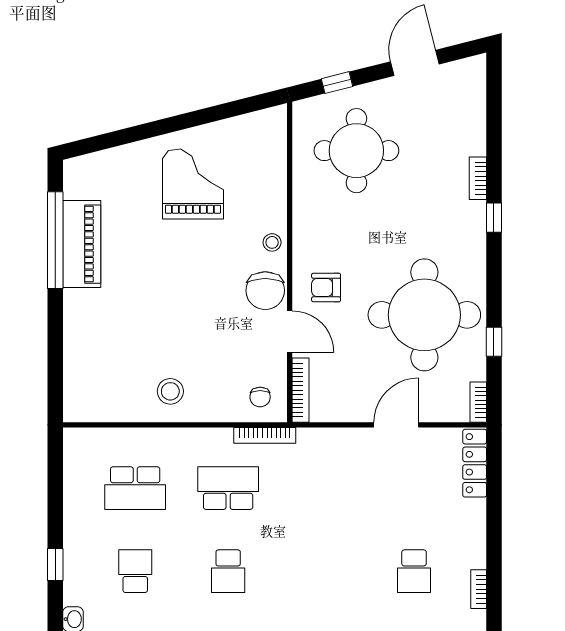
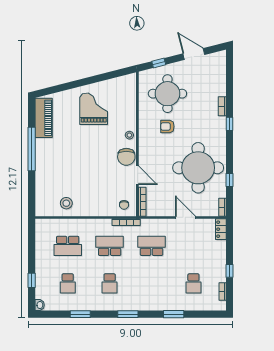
door: (415, 63) -> (194, 54), hinge flipped
window: (55, 240) -> (32, 149), moved
piano: (82, 244) -> (44, 118), moved
armchair: (326, 288) -> (167, 126), moved
stool: (170, 391) -> (66, 203), moved
door: (396, 425) -> (185, 217), hinge flipped
locker: (475, 463) -> (221, 229), width x0.66
school desk: (321, 488) -> (152, 246), added
window: (494, 543) -> (230, 271), added
school desk: (135, 571) -> (68, 283), turned 180

